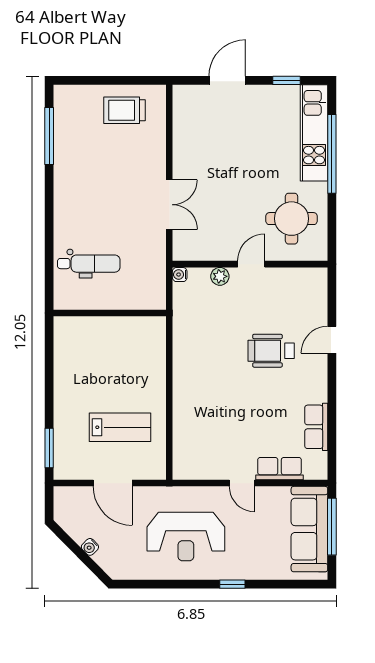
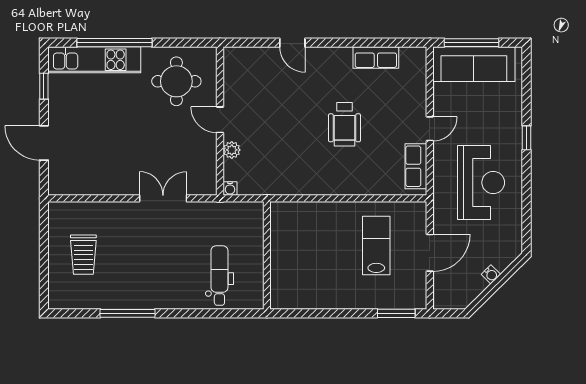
trolley: (124, 110) -> (83, 255), moved
window: (49, 136) -> (128, 313), moved
wheelchair: (271, 351) -> (344, 124), moved
row of seats: (280, 469) -> (416, 166), moved

